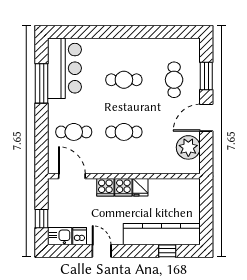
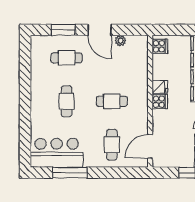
cafe table: (124, 132) -> (112, 101), turned 90
plant: (188, 147) -> (120, 41), width x0.53, depth x0.53
cooker: (105, 187) -> (160, 46), moved

